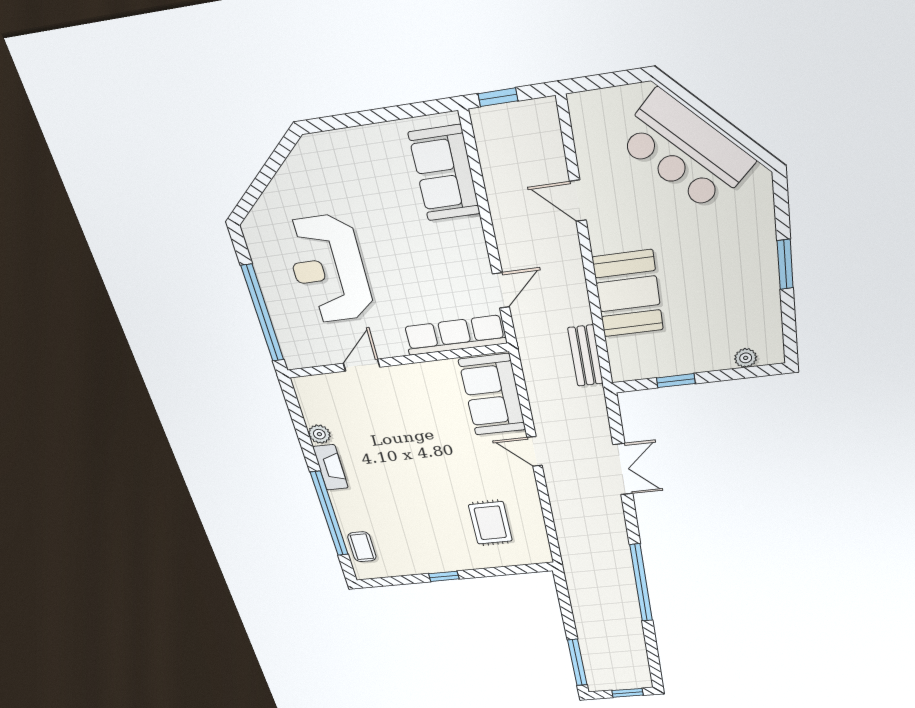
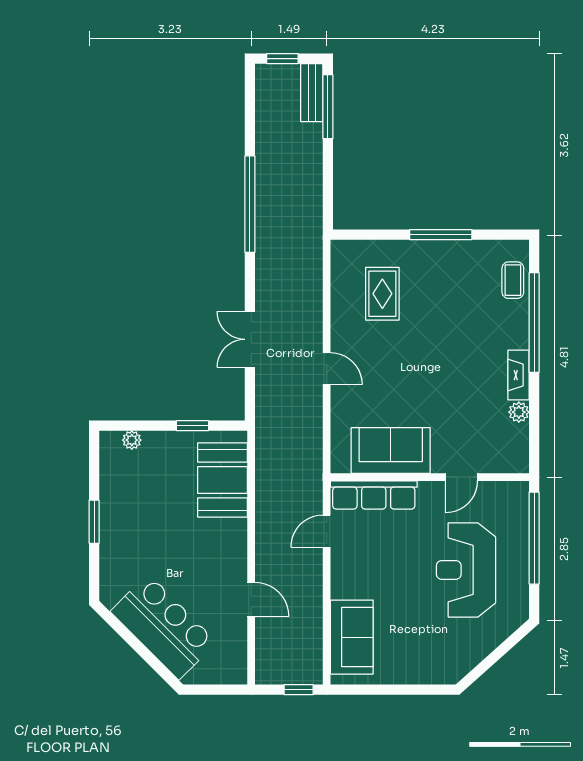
reception desk: (329, 269) -> (466, 570), turned 180
booth: (628, 294) -> (223, 480), moved
bench: (586, 356) -> (312, 93), moved
sofa: (492, 395) -> (391, 451), moved, turned -90
window: (444, 576) -> (441, 235), width x2.17

